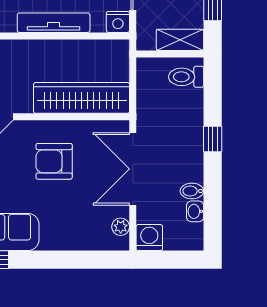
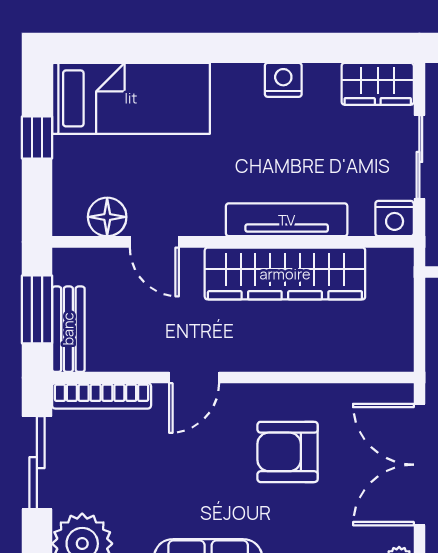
wardrobe: (82, 98) -> (285, 274), moved, turned 180

